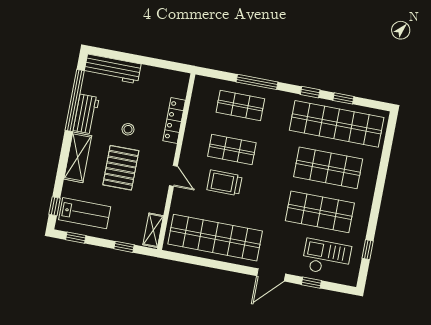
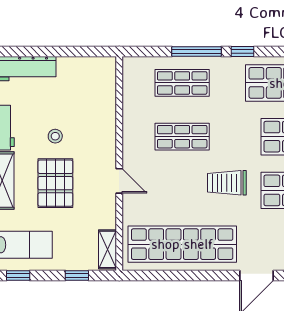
window: (310, 92) -> (242, 51), moved
locker: (174, 120) -> (108, 115), removed
trolley: (225, 183) -> (227, 183), moved

